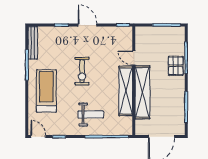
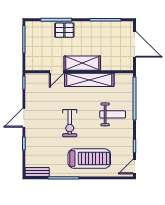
bench: (33, 43) -> (37, 172), width x0.73
exercise bike: (82, 71) -> (70, 123), turned 90
treadmill: (46, 91) -> (89, 159), turned 180
shelving: (142, 92) -> (82, 63), width x0.68
weight bench: (91, 114) -> (113, 114), turned 90

